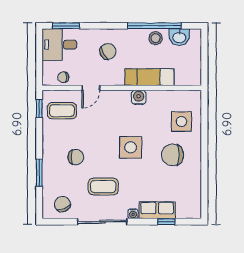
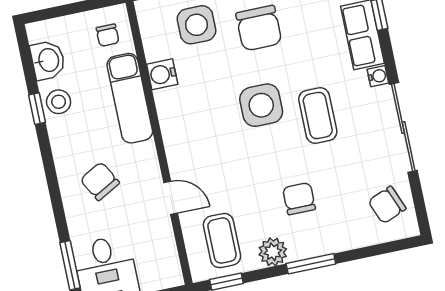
window: (154, 26) -> (37, 109), width x0.32
chair: (63, 77) -> (108, 35), moved
water cooler: (139, 97) -> (162, 74), moved
plant: (50, 137) -> (273, 252), added
window: (39, 173) -> (311, 264), moved
coffee table: (103, 187) -> (318, 116), moved

